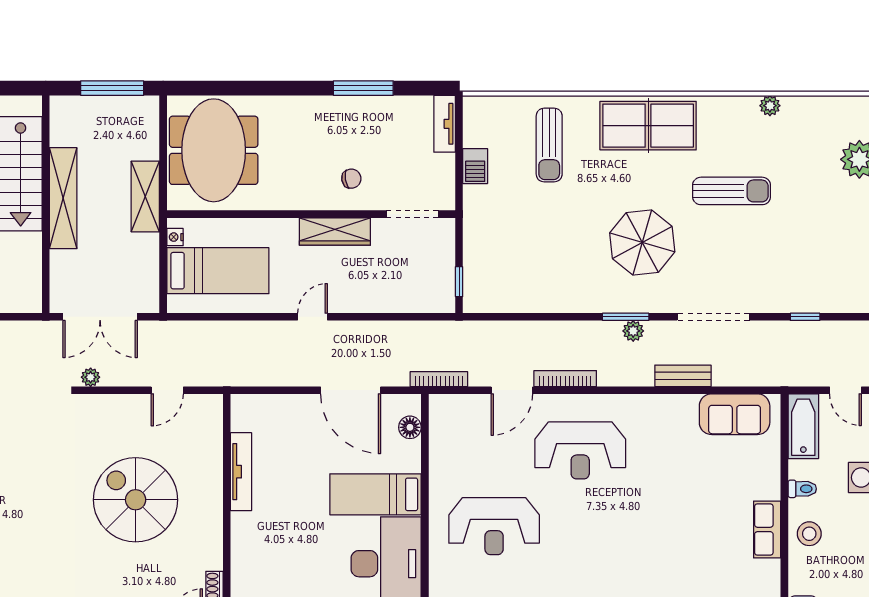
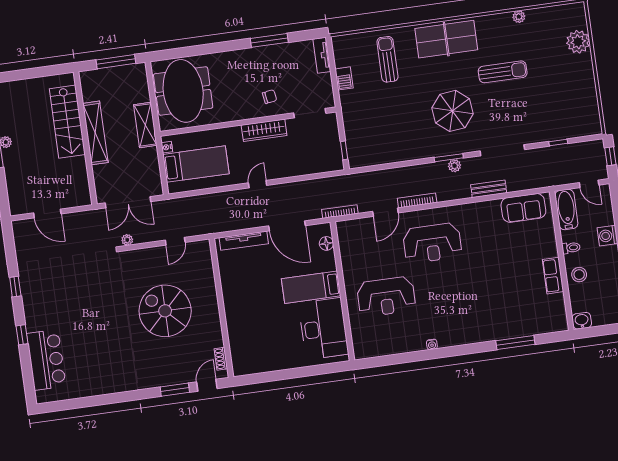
sun lounger: (549, 145) -> (387, 59), turned 180
tv unit: (241, 472) -> (244, 241), moved, turned 90

